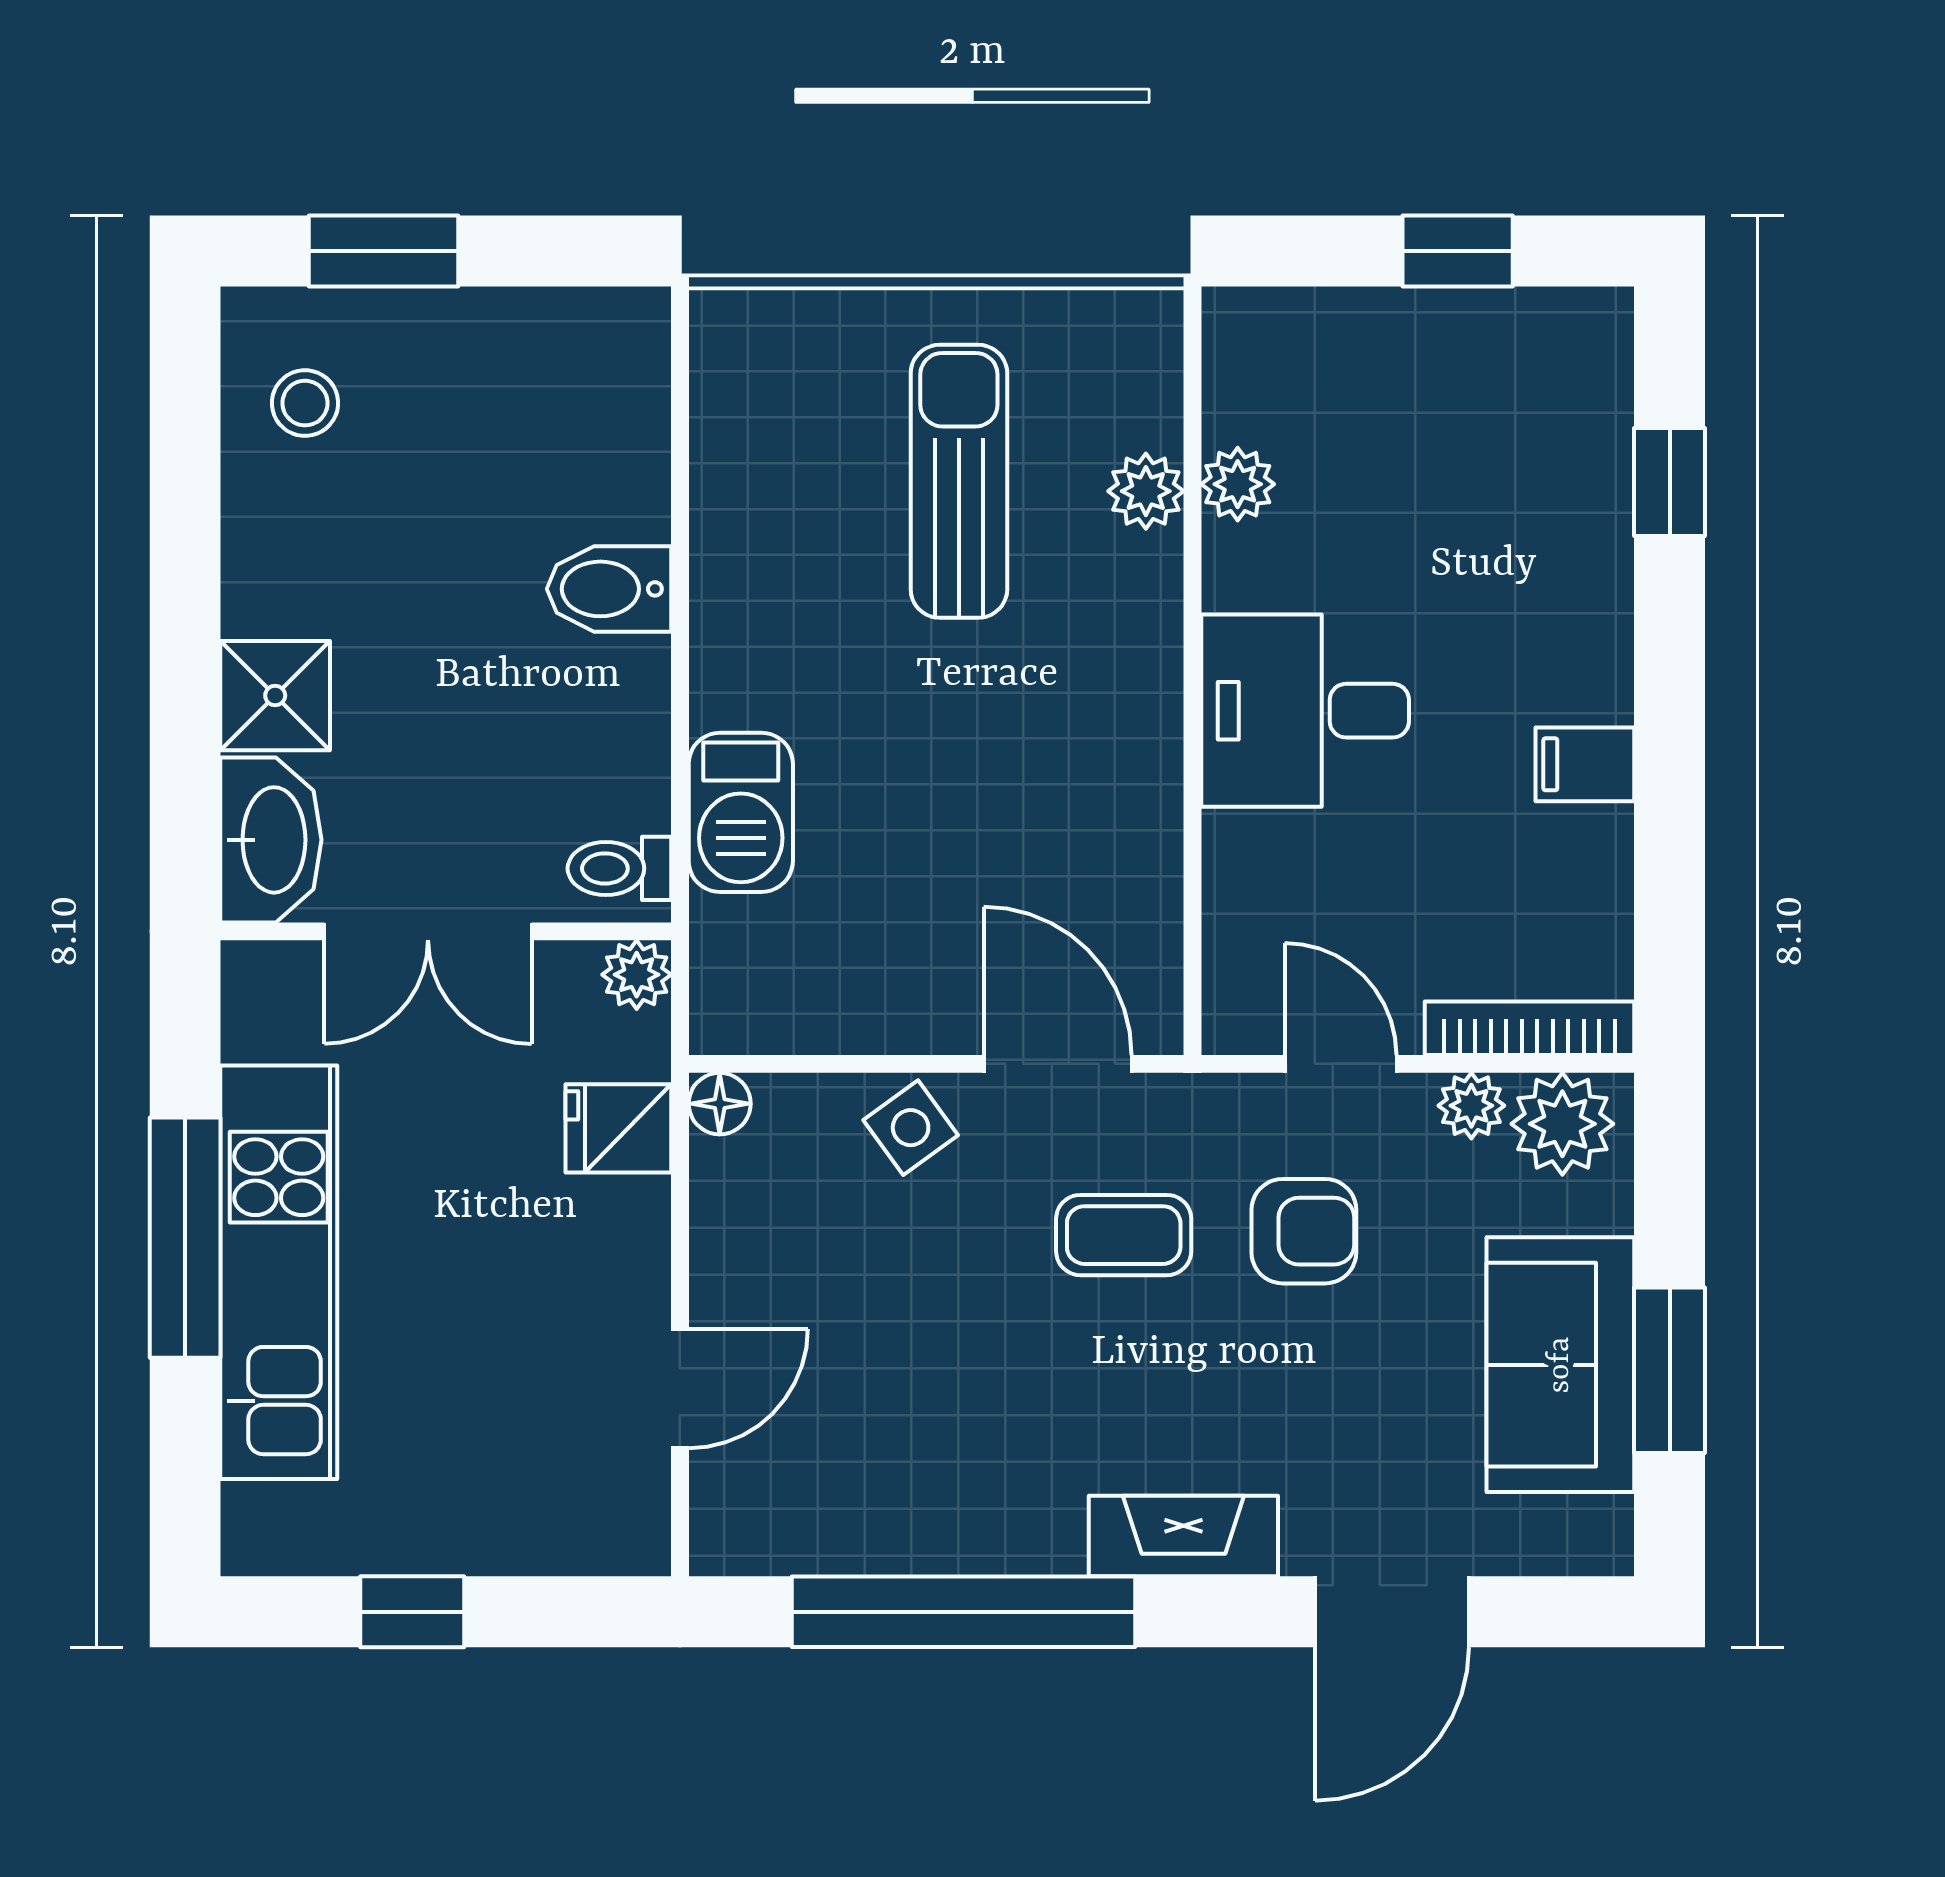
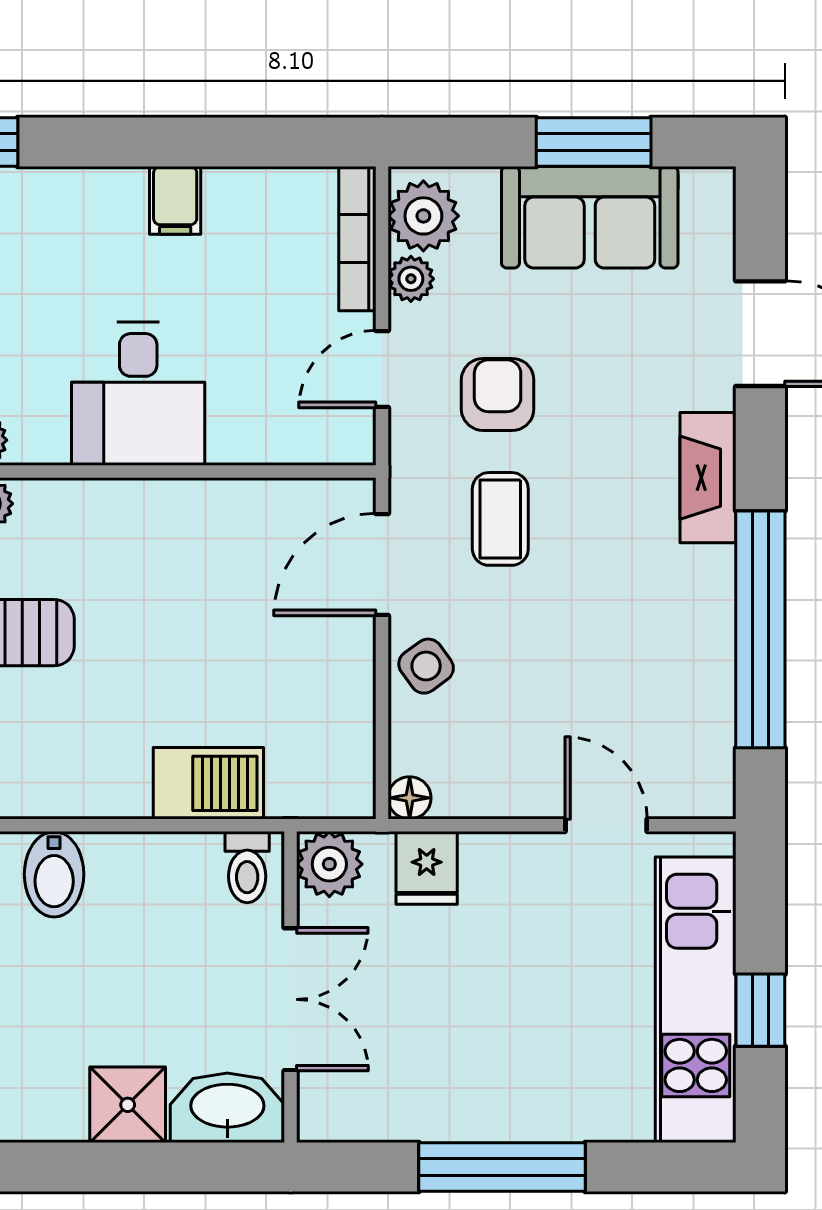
plant: (637, 975) -> (329, 864), width x1.38, depth x1.38
kitchen unit: (279, 1272) -> (696, 1000), moved, turned -90

